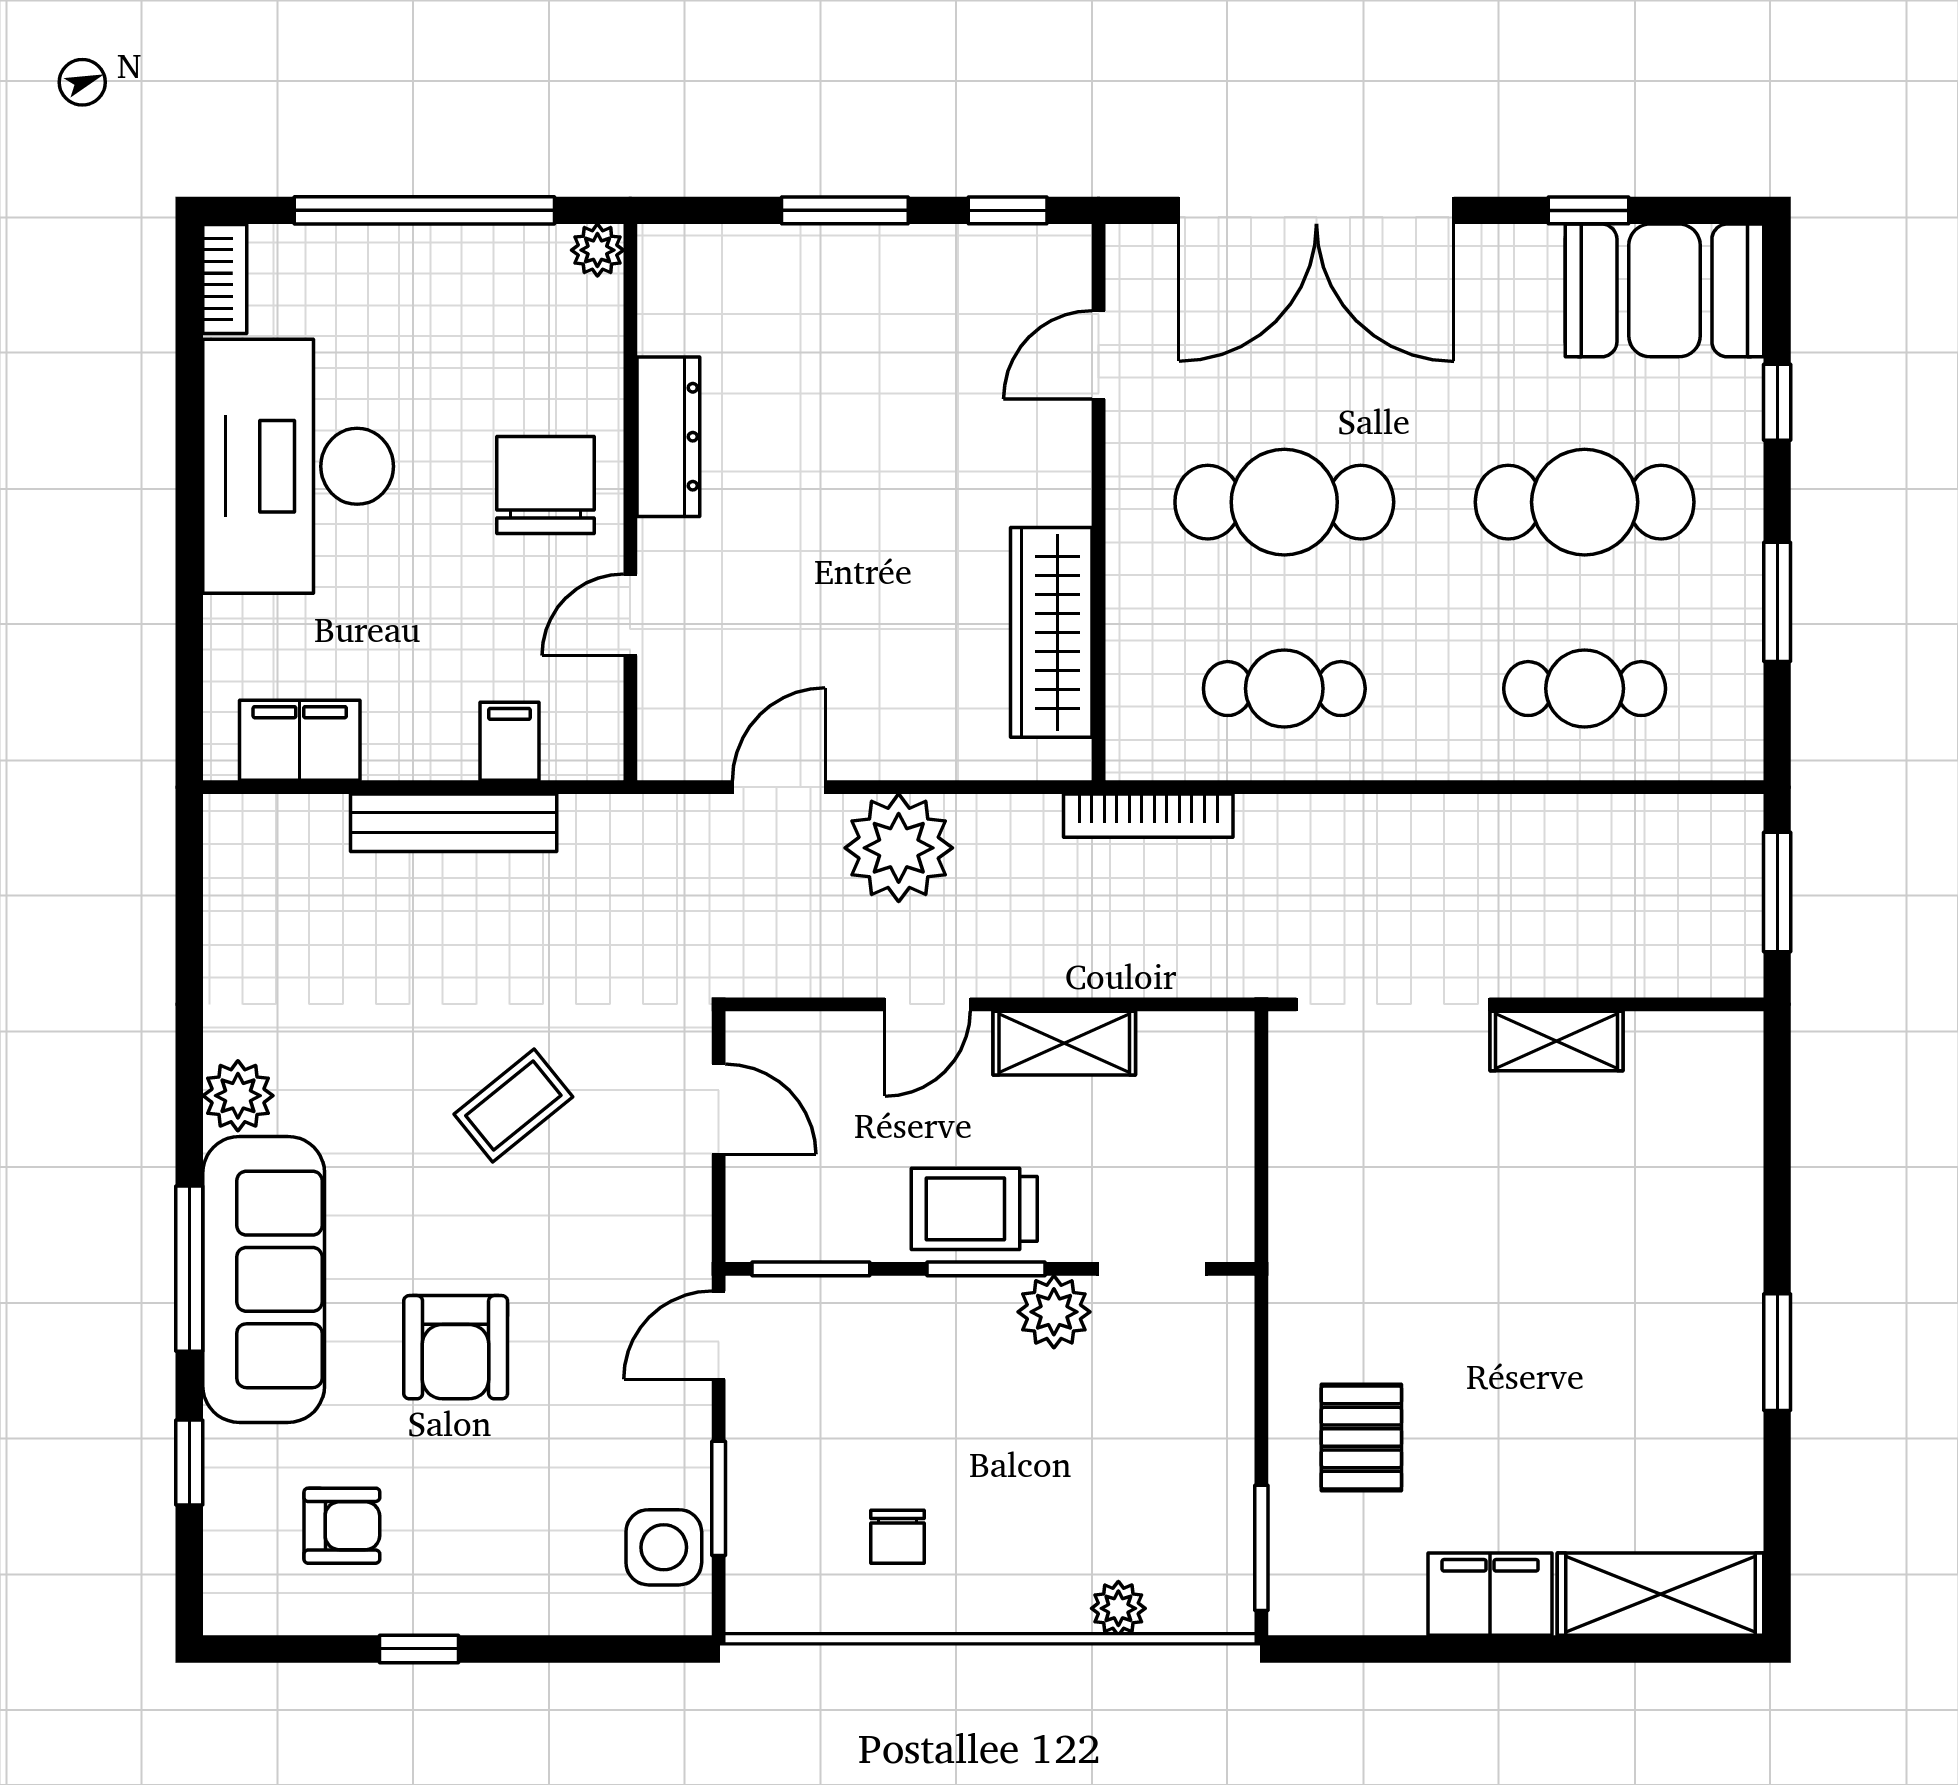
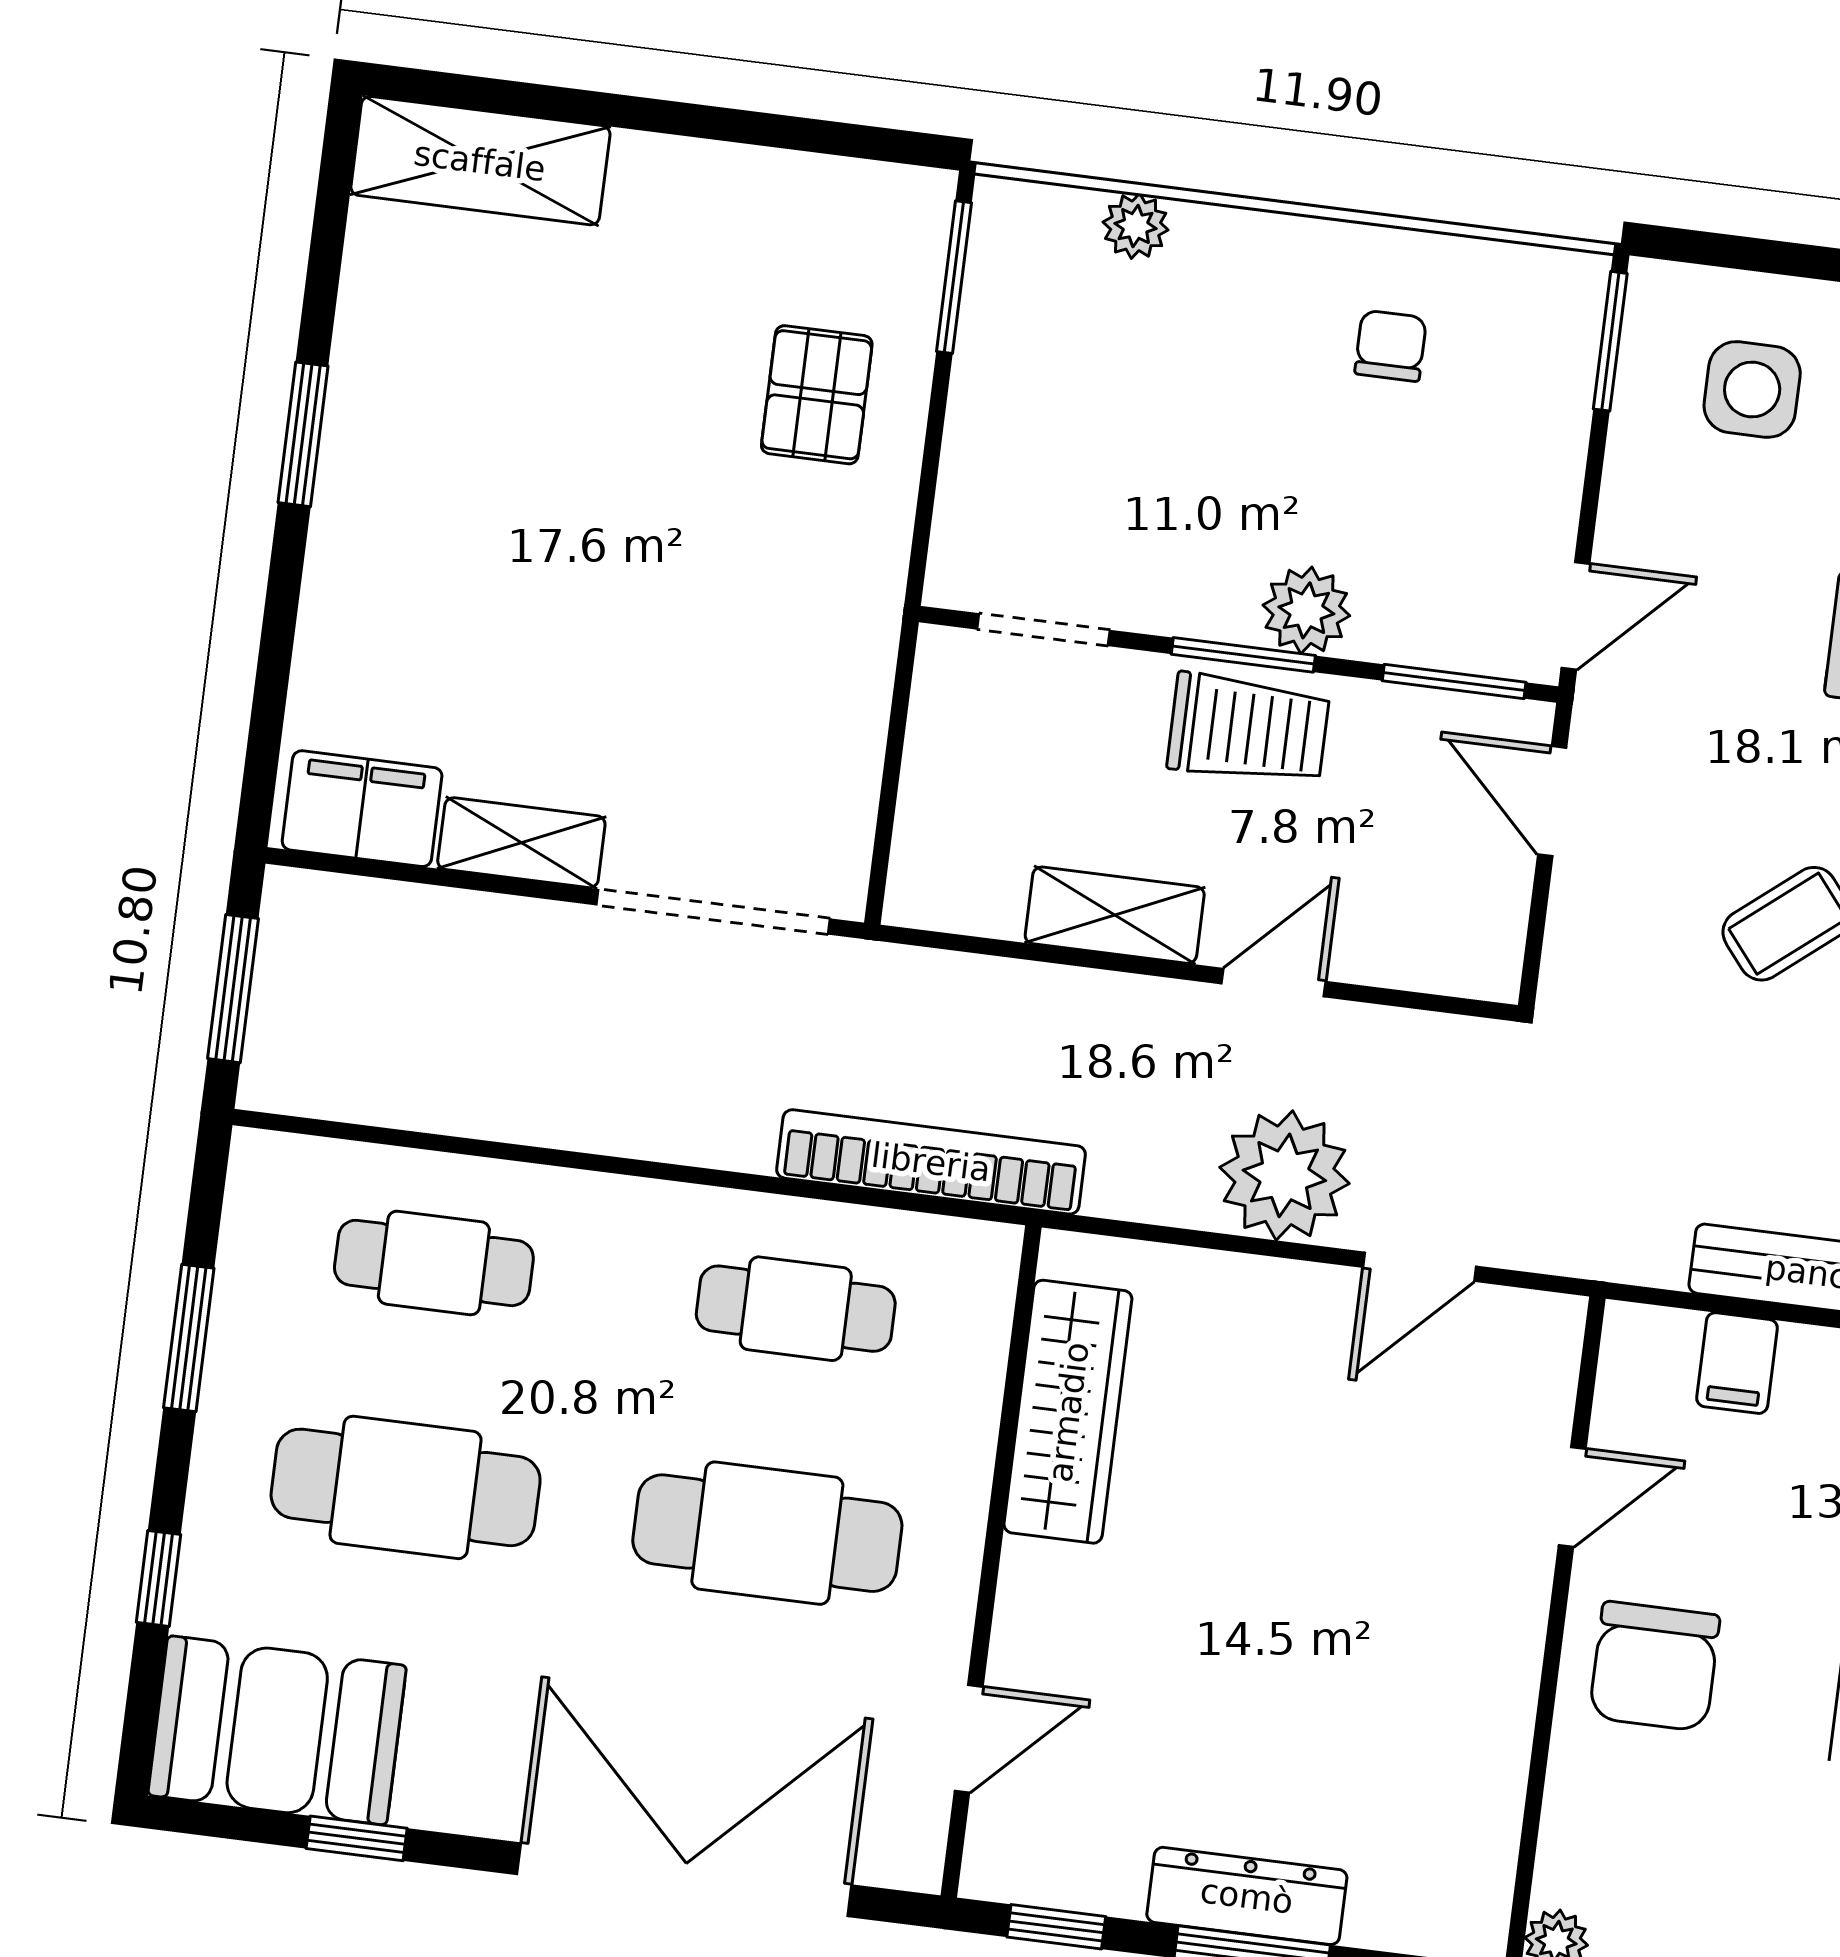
dresser: (668, 437) -> (1247, 1896), moved, turned 90
bookcase: (1148, 816) -> (931, 1162), width x1.48, depth x1.31
door: (719, 1109) -> (1552, 801), moved
plant: (1054, 1312) -> (1306, 610), moved
window: (719, 1498) -> (1610, 341), moved
side table: (664, 1547) -> (1752, 389), moved
filing cabinet: (1490, 1594) -> (362, 809), moved, turned 180

